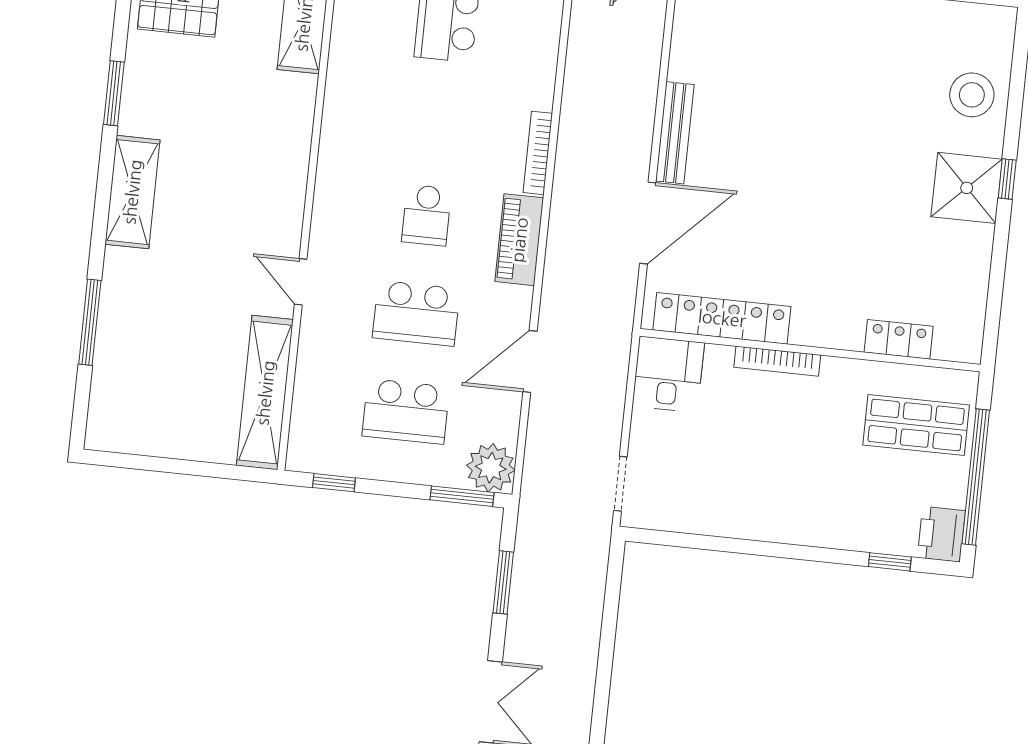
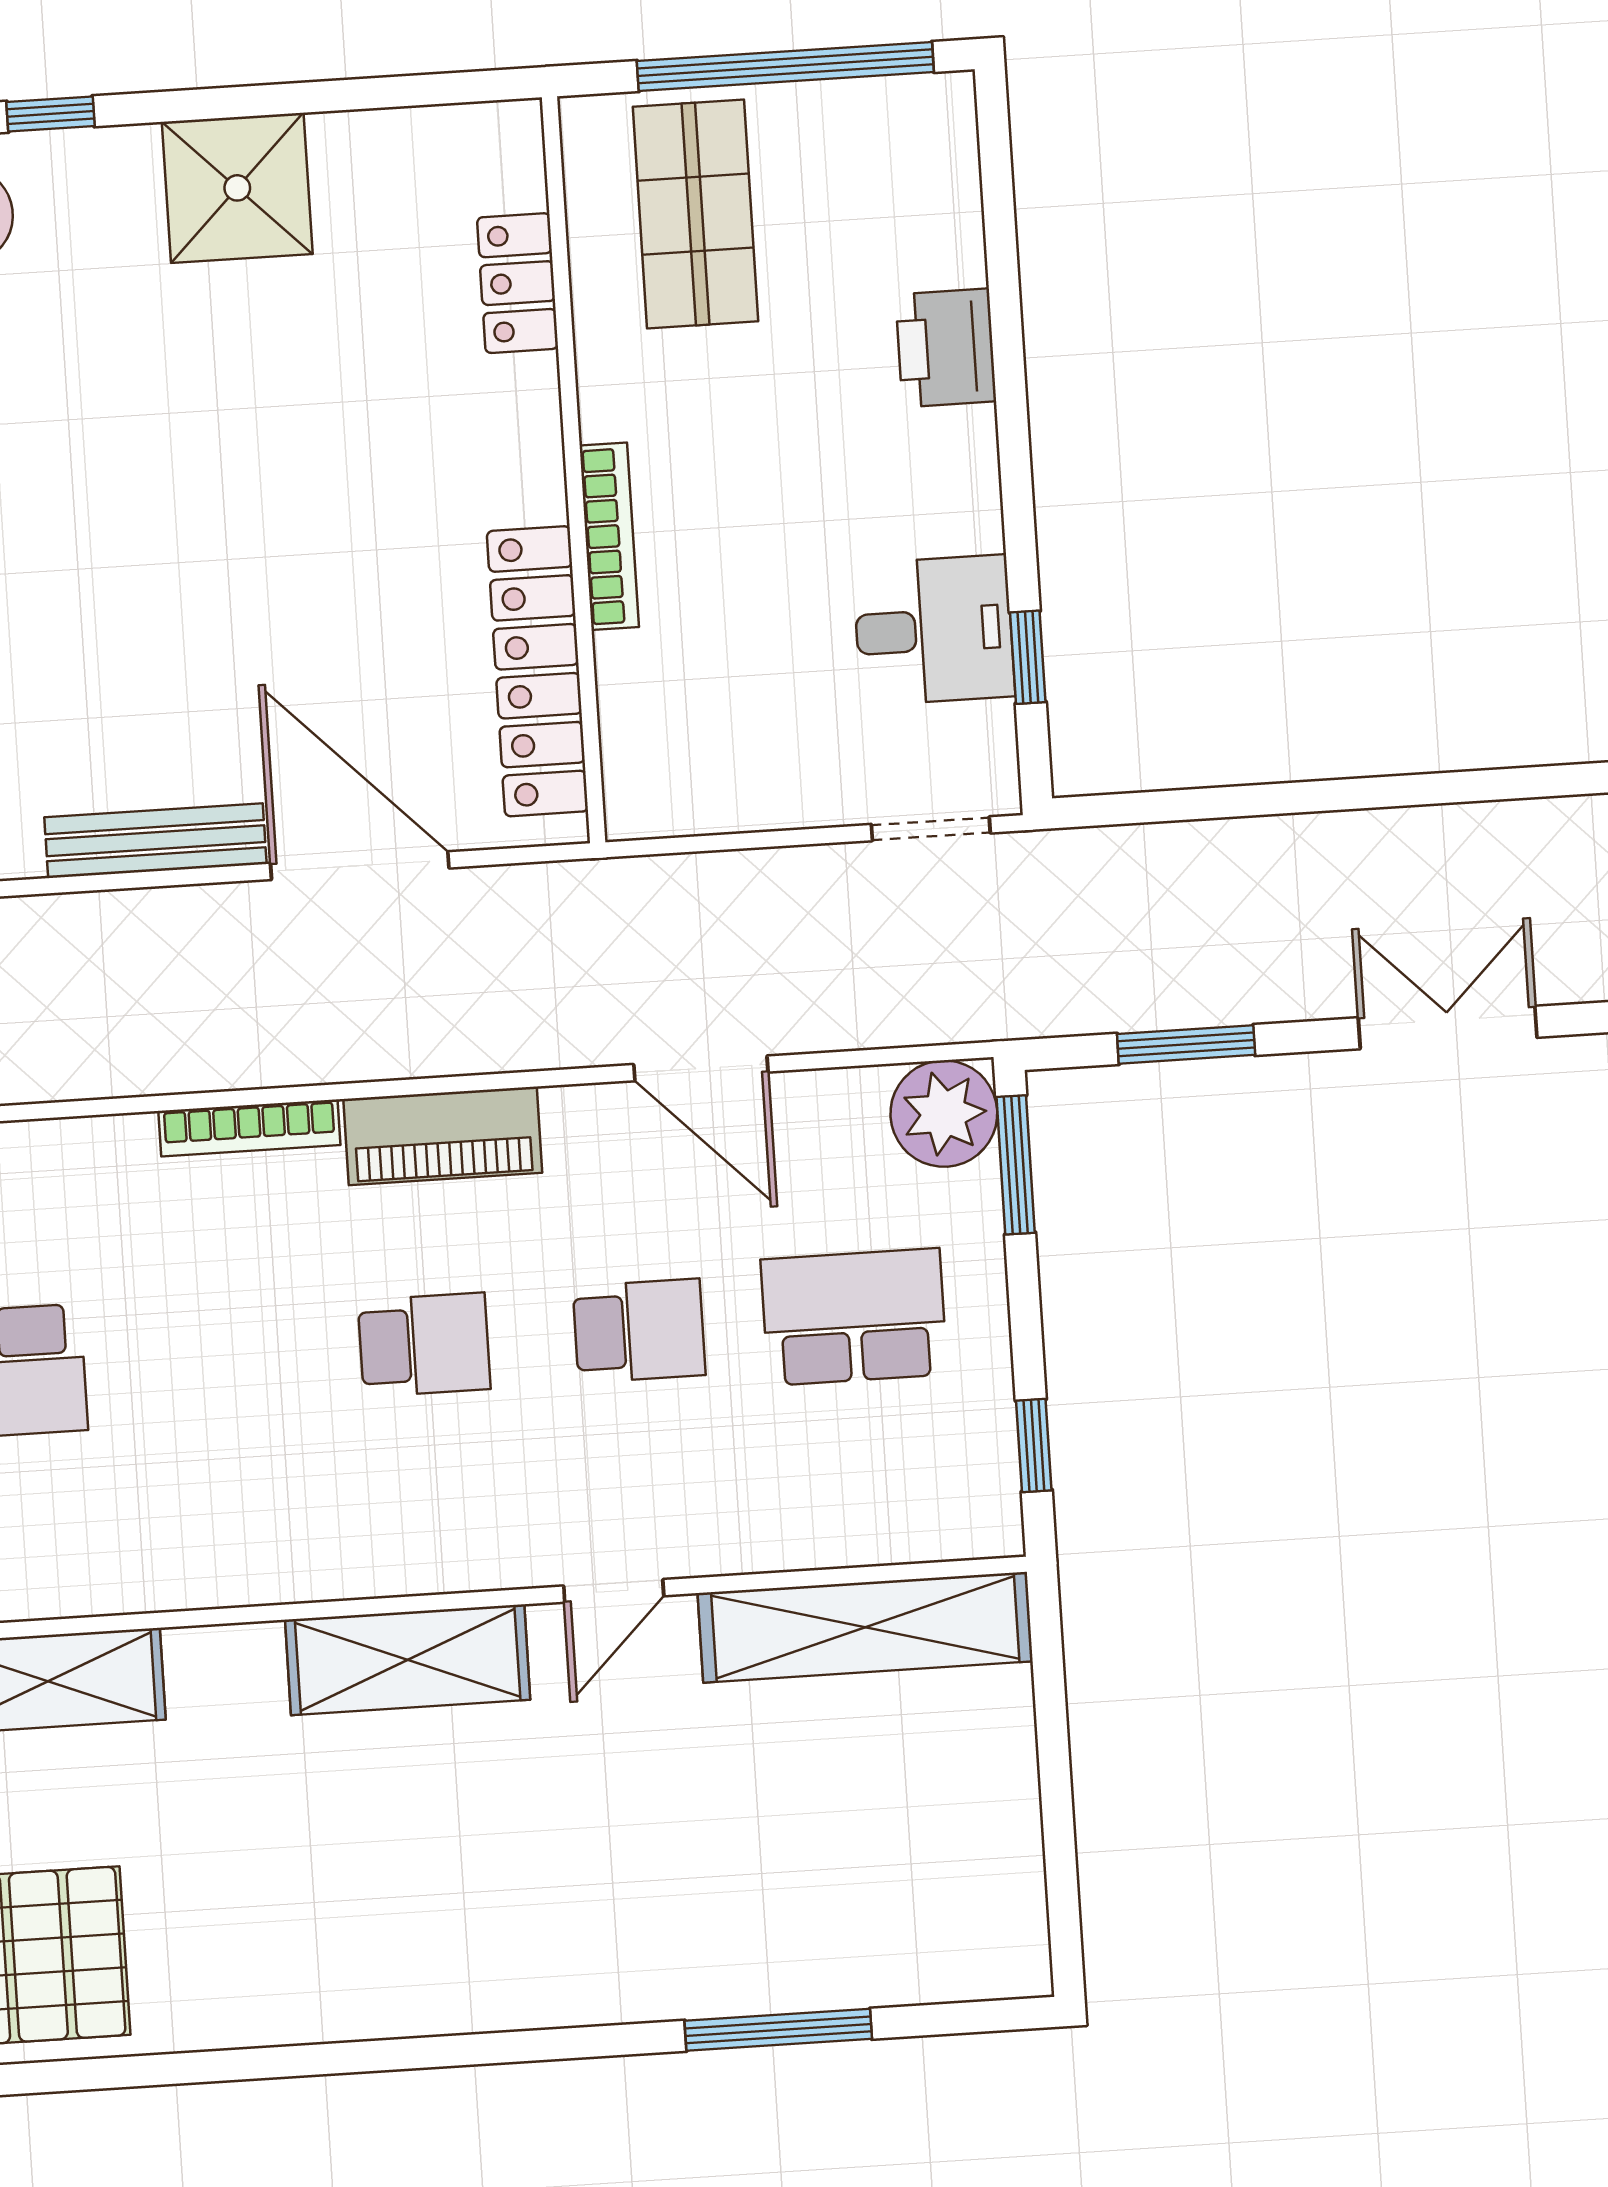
window: (114, 93) -> (277, 2062), removed
window: (1007, 179) -> (50, 114), moved
shower: (967, 188) -> (237, 188), moved
shelving: (132, 192) -> (408, 1660), moved
school desk: (416, 313) -> (639, 1331), width x0.54
desk: (668, 374) -> (934, 630), moved, turned 180
school desk: (406, 411) -> (854, 1317), turned -90
printer: (941, 534) -> (946, 348), moved, turned 90
window: (890, 562) -> (1028, 657), moved

